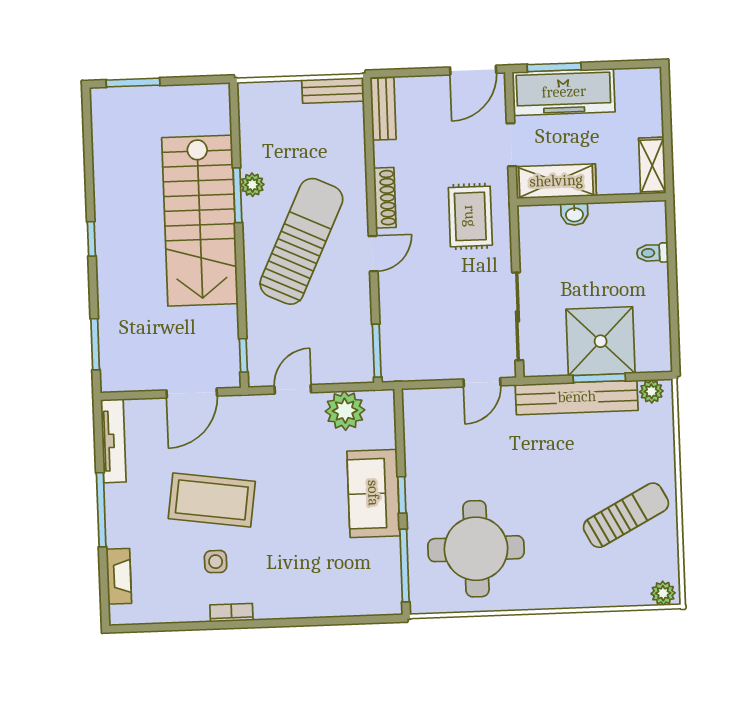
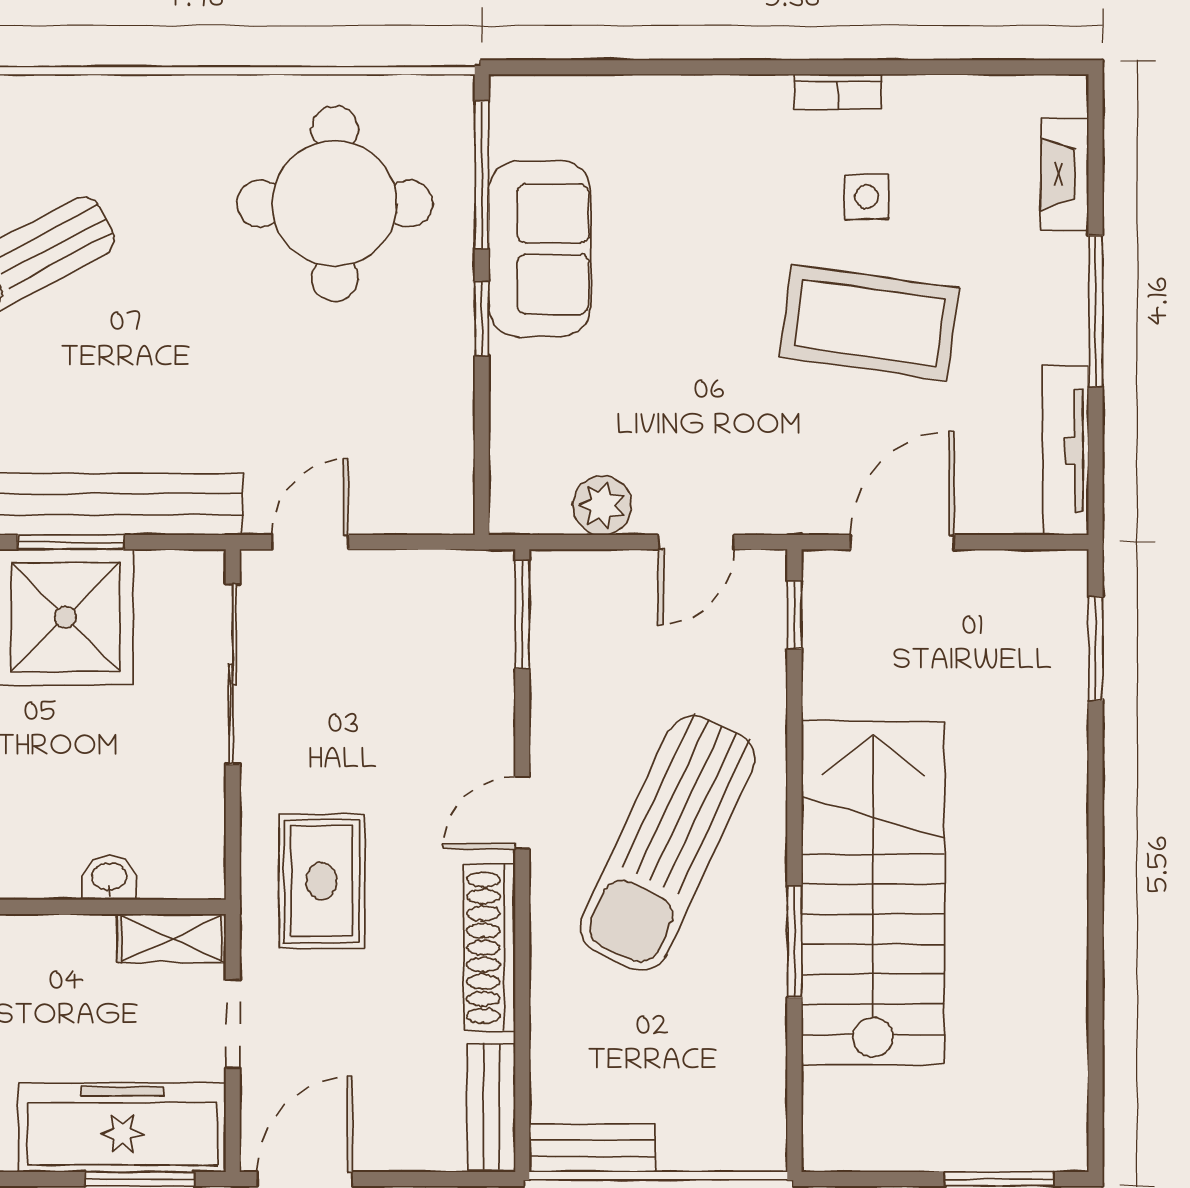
shelving: (556, 181) -> (172, 938), width x0.67, depth x0.75
plant: (252, 185) -> (763, 962), removed
shoe rack: (385, 198) -> (490, 948), width x1.36, depth x1.24
window: (91, 239) -> (1096, 864), removed
plant: (345, 411) -> (602, 505), width x0.73, depth x0.73
sofa: (373, 493) -> (540, 249), moved

